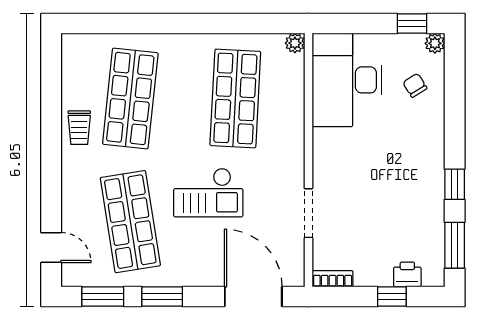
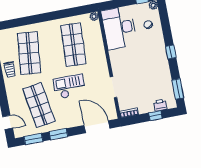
window: (455, 184) -> (171, 52), moved
checkout: (208, 193) -> (69, 87), turned 180

